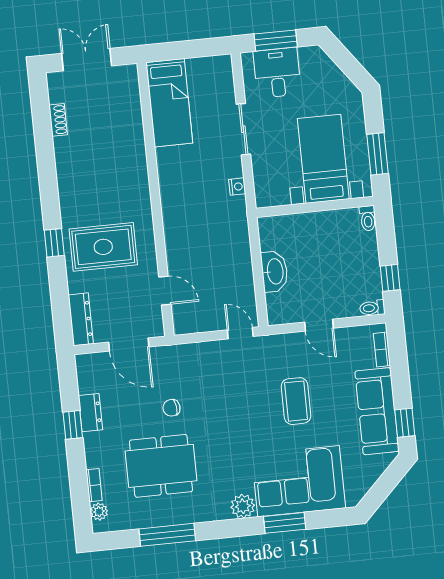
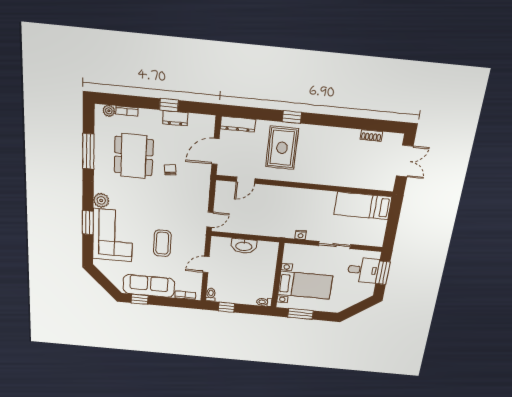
coffee table: (296, 401) -> (162, 243), turned 90

